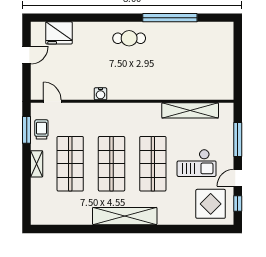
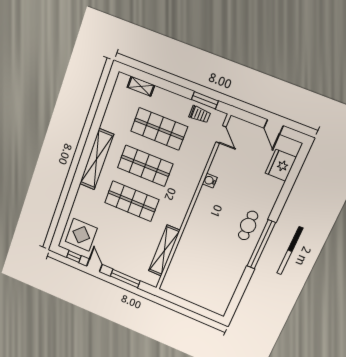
window: (170, 18) -> (261, 244), moved
door: (52, 101) -> (221, 134), hinge flipped
checkout: (197, 163) -> (119, 238), removed
shelving: (37, 164) -> (141, 86), moved

